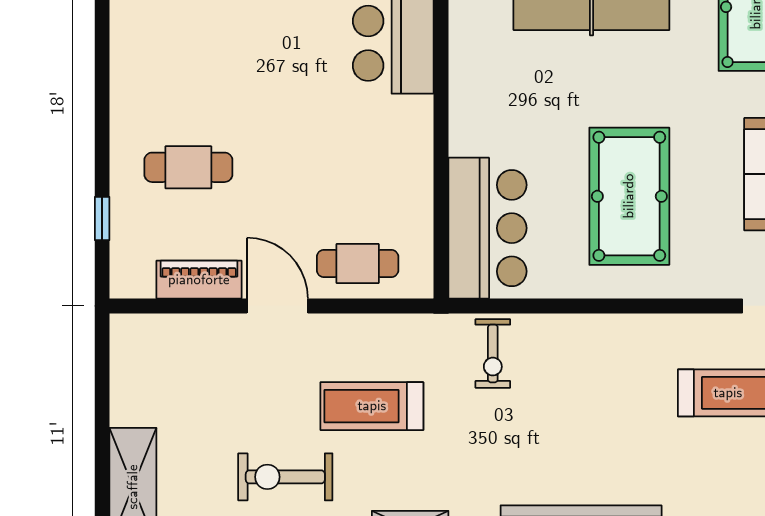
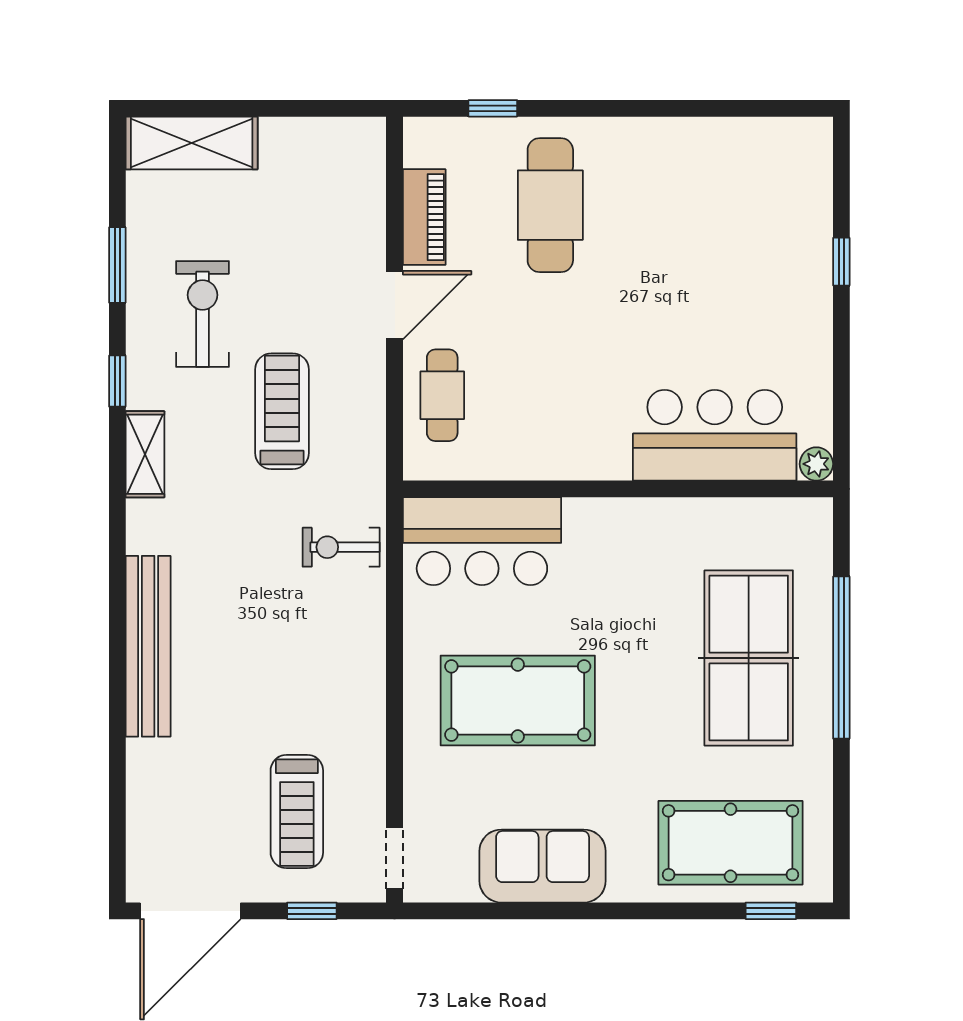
cafe table: (188, 167) -> (550, 205), width x1.37, depth x1.35

